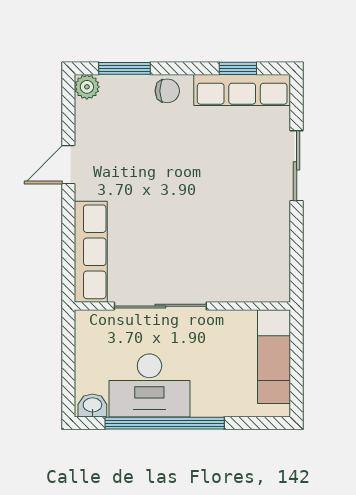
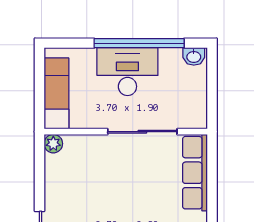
plant: (278, 290) -> (53, 144), added
desk: (149, 385) -> (127, 72), moved

